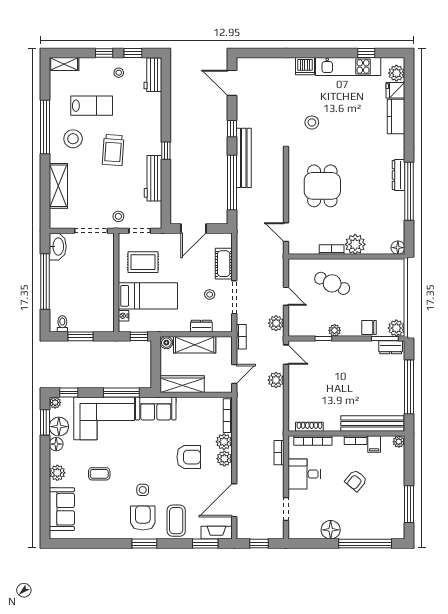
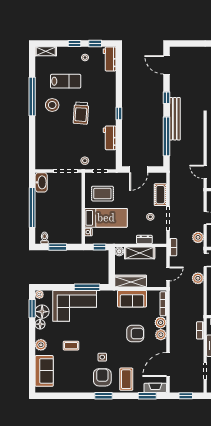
workbench: (153, 178) -> (110, 138), width x0.73
shelving: (58, 186) -> (42, 139), removed
window: (69, 393) -> (49, 287), removed
sofa: (156, 408) -> (132, 299), moved

